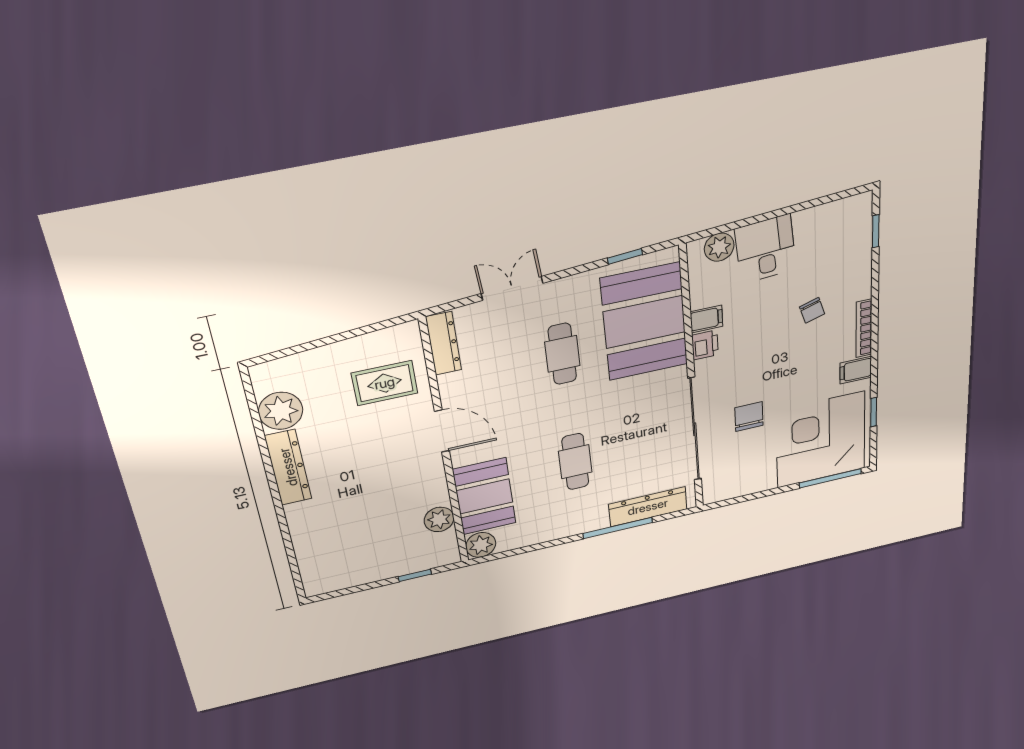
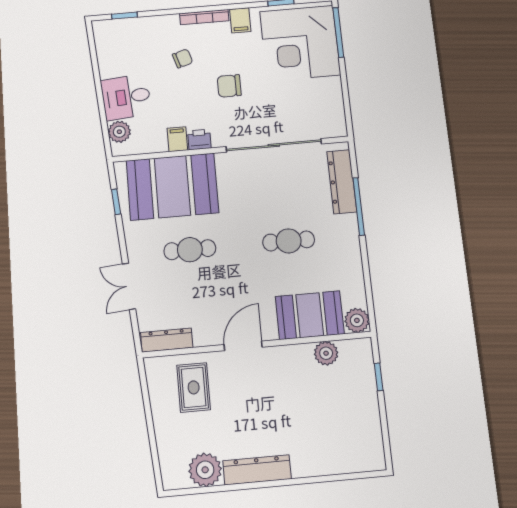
chair: (749, 417) -> (229, 86), moved

